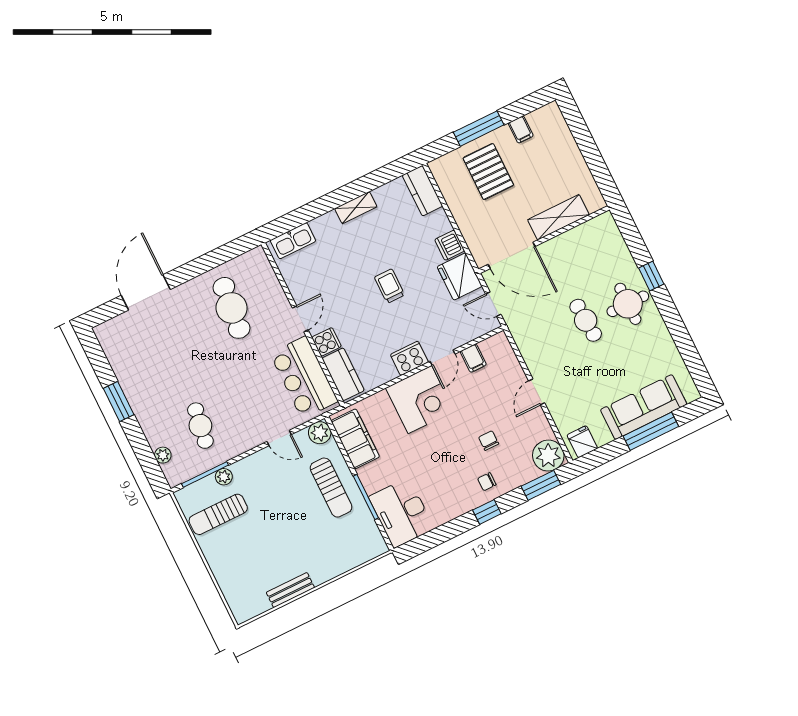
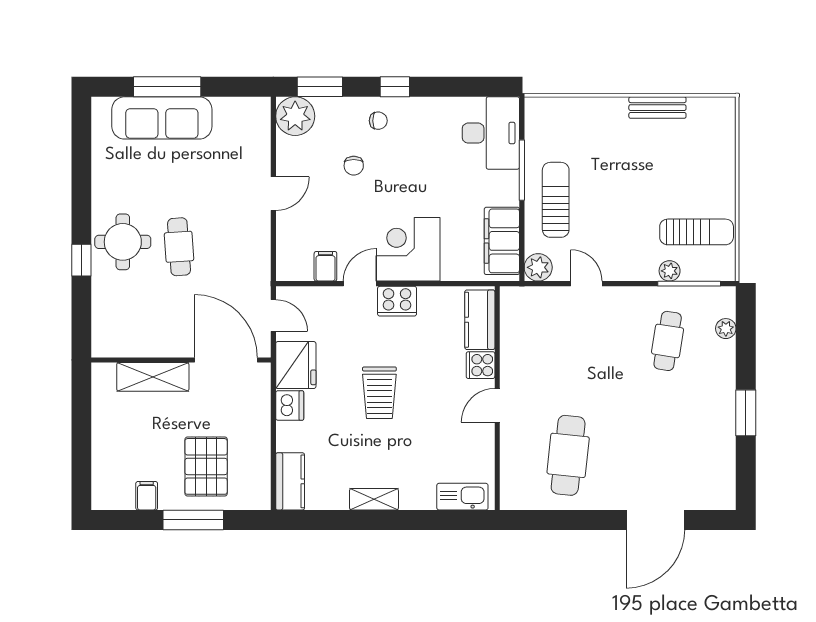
trolley: (390, 286) -> (379, 393), width x1.36, depth x1.39
bar counter: (304, 377) -> (525, 338), removed
fridge: (582, 442) -> (250, 113), removed

